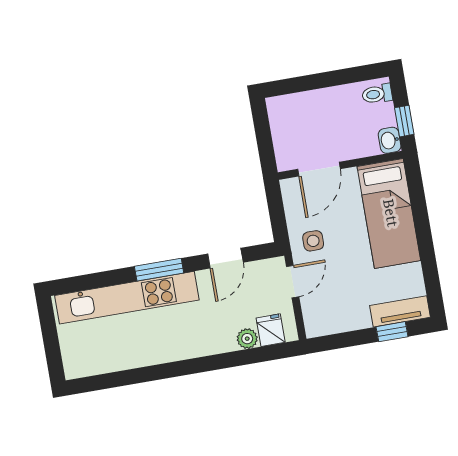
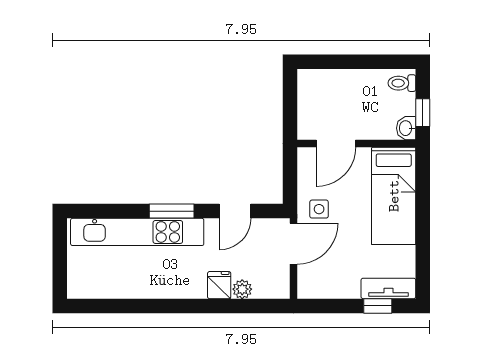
door: (293, 282) -> (293, 244), width x1.38
fridge: (271, 330) -> (219, 285), moved

